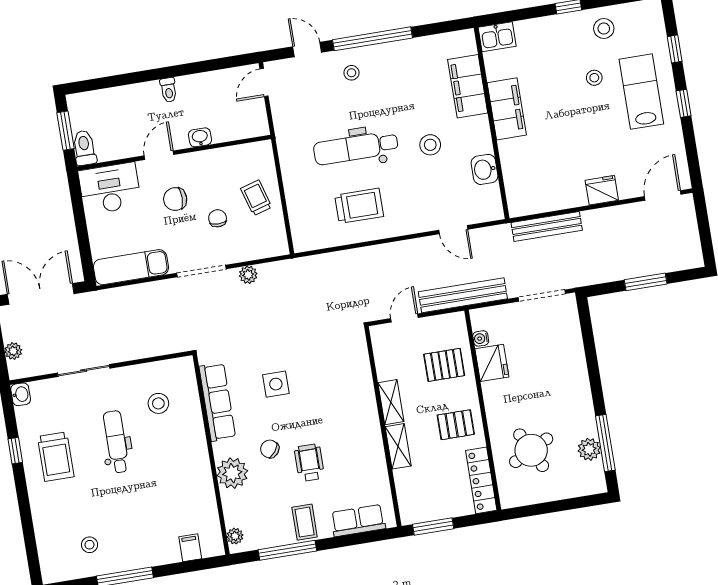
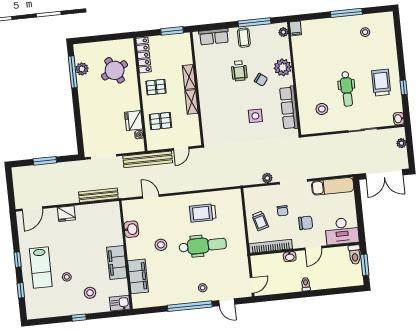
stool: (604, 29) -> (90, 293), moved
bookcase: (235, 154) -> (271, 246), added
filing cabinet: (190, 548) -> (295, 28), moved

